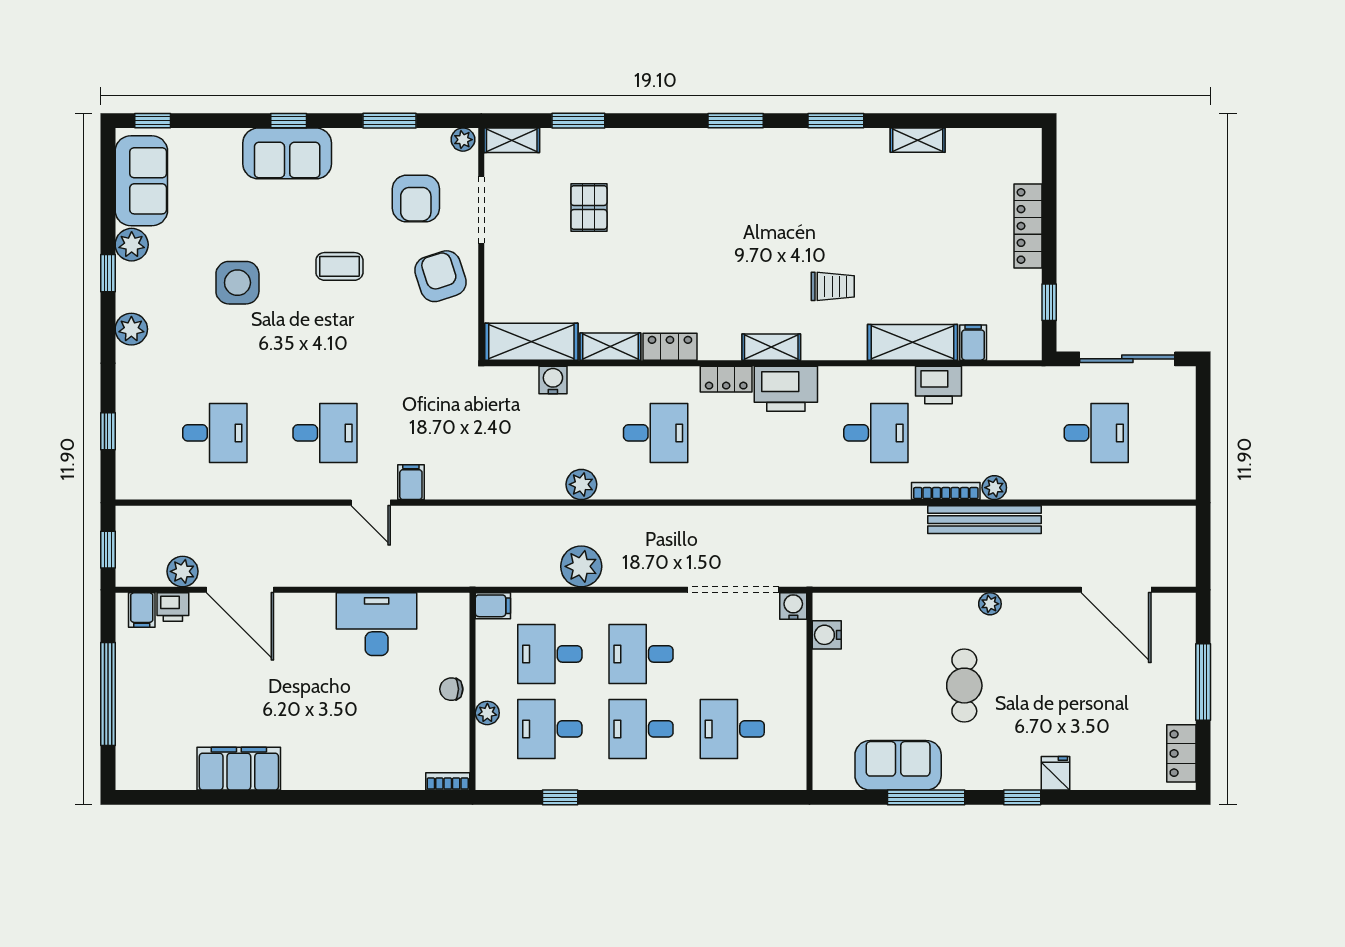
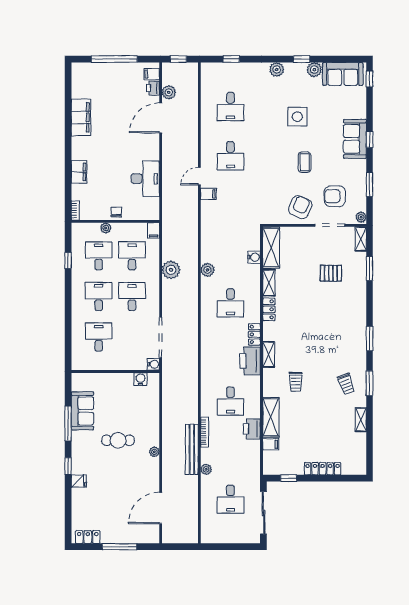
trolley: (838, 173) -> (346, 384), added
armchair: (440, 276) -> (300, 207), turned -48
plant: (994, 488) -> (206, 469), moved
filing cabinet: (361, 773) -> (79, 172), added

